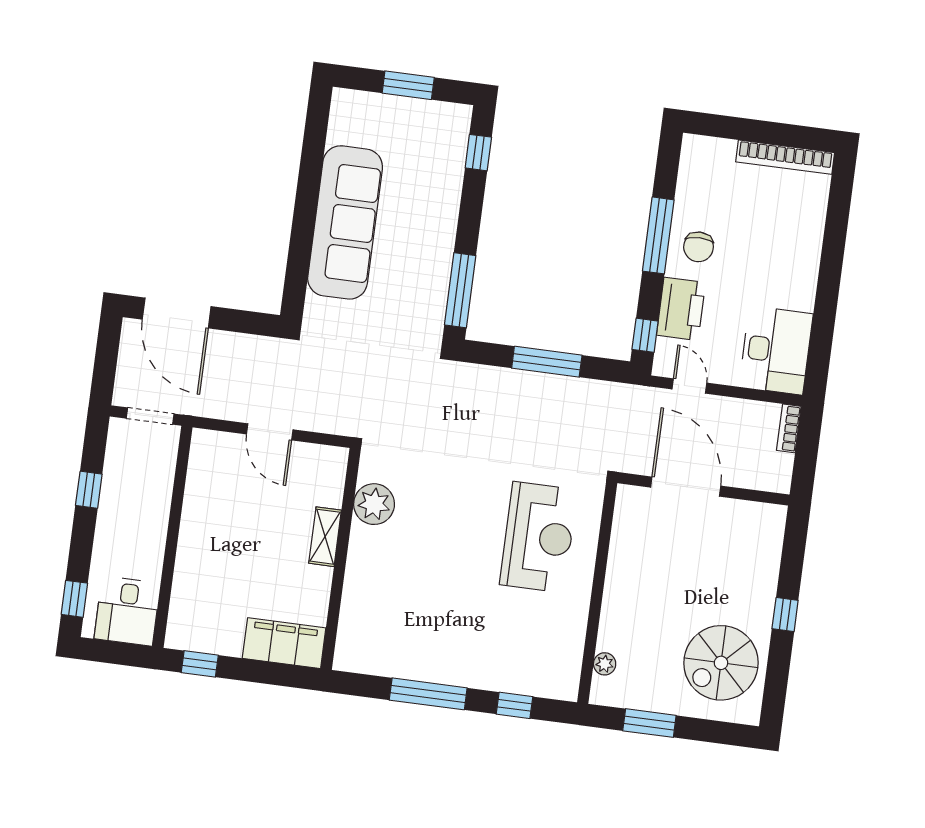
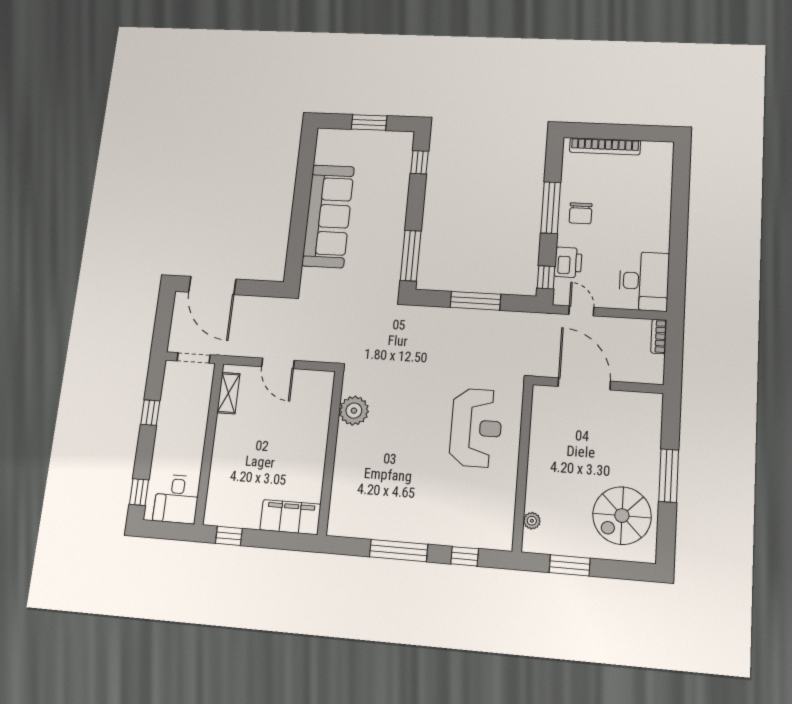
bookcase: (785, 157) -> (605, 146), moved
printer: (681, 309) -> (568, 262), width x0.73, depth x0.84
shelving: (325, 537) -> (228, 393), moved
window: (785, 615) -> (669, 476), width x2.17

